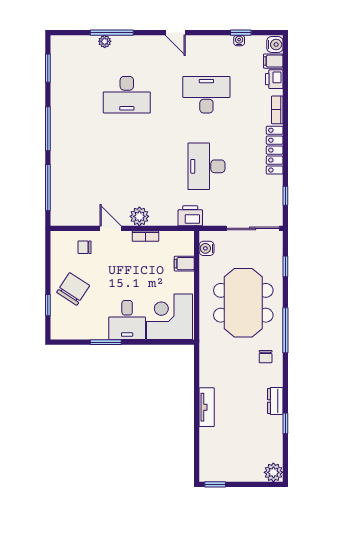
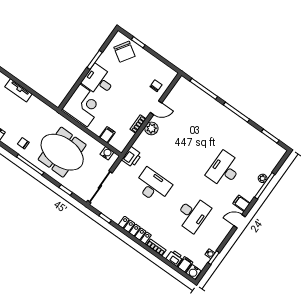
filing cabinet: (152, 46) -> (241, 203), added
chair: (73, 289) -> (124, 52), moved

